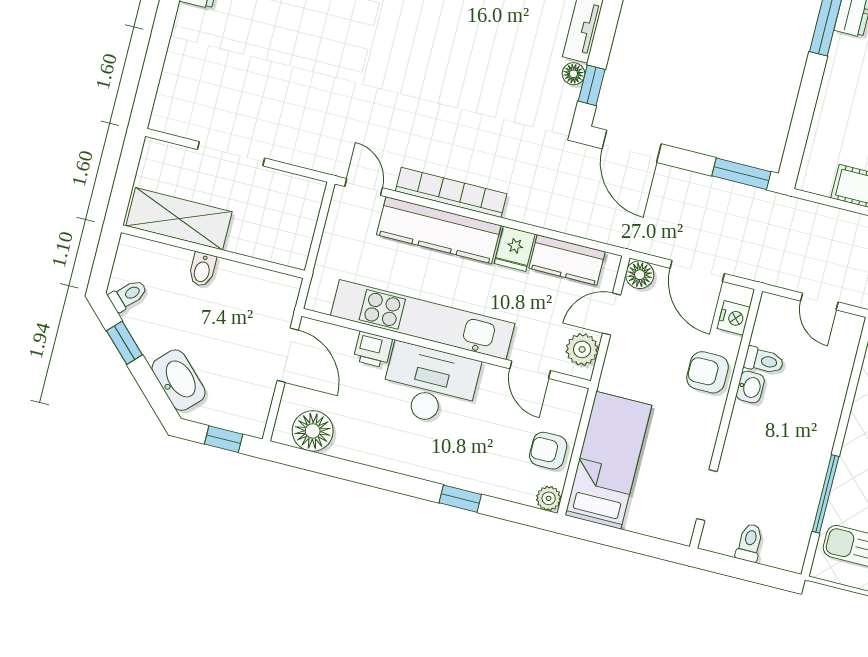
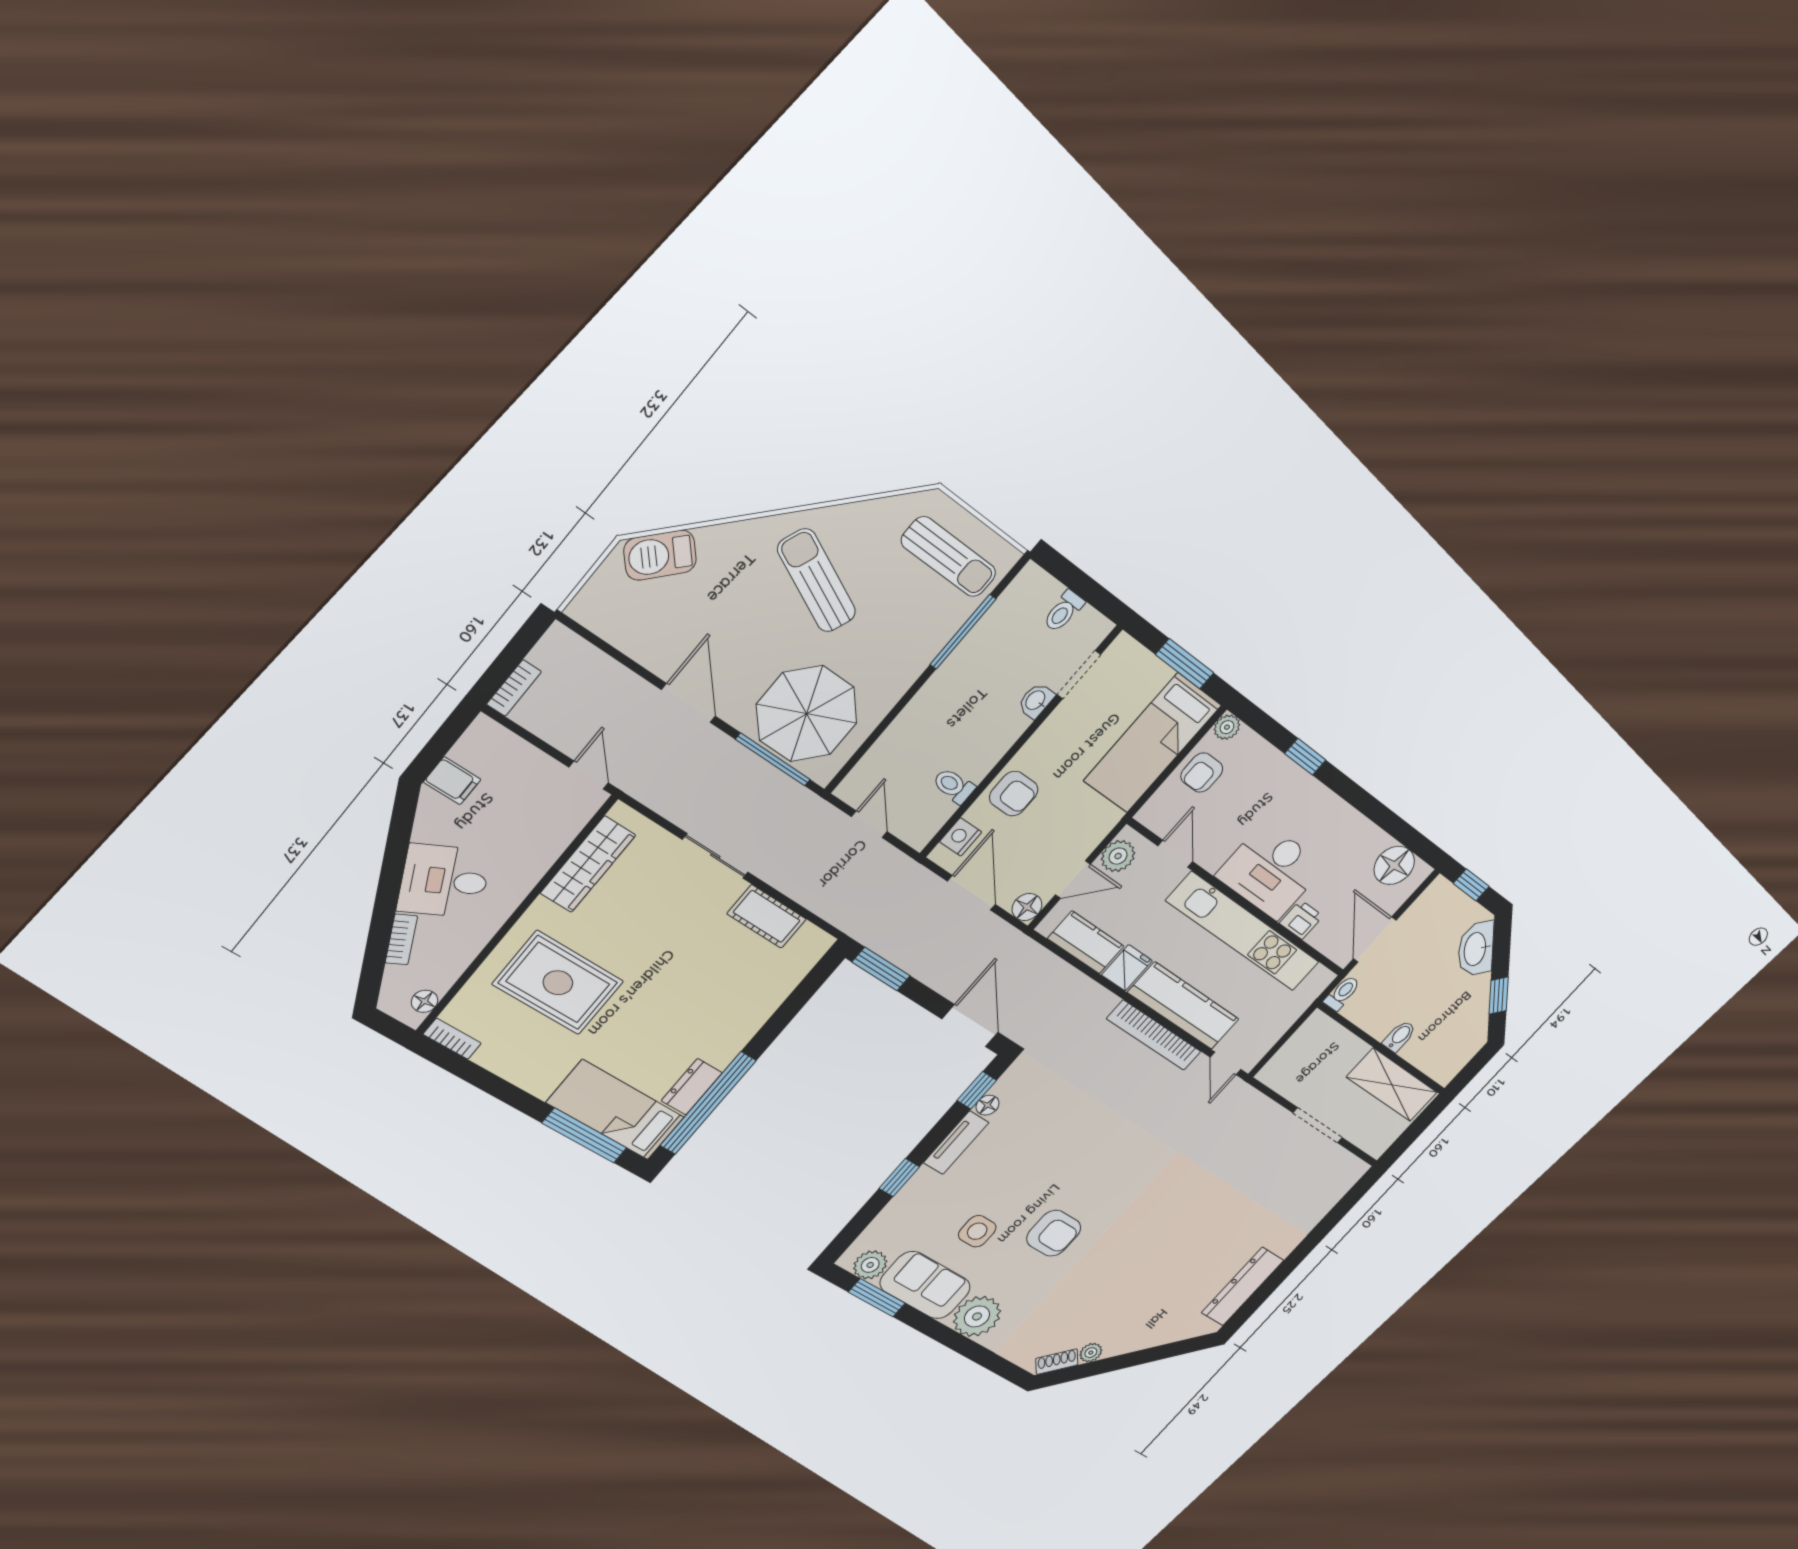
toilet: (128, 295) -> (1342, 993), moved, turned 135
washbasin: (750, 387) -> (1036, 701), moved
armchair: (548, 451) -> (1202, 773), turned 90
window: (619, 538) -> (1185, 664), added

